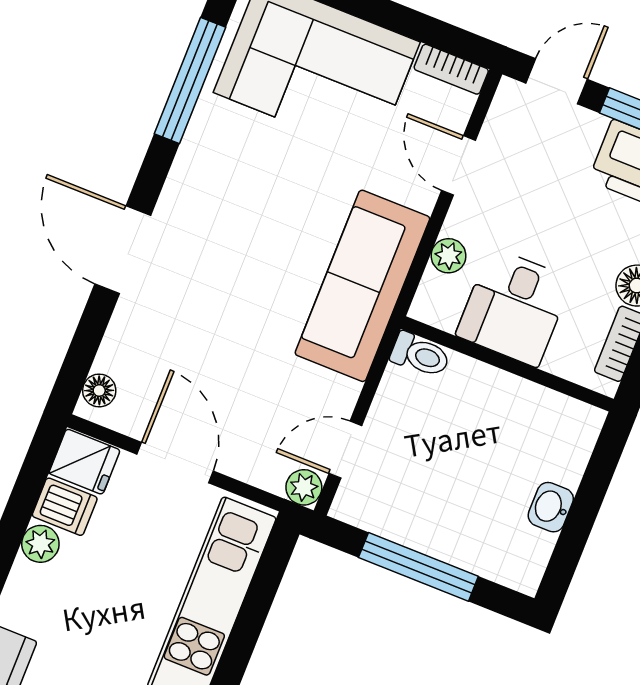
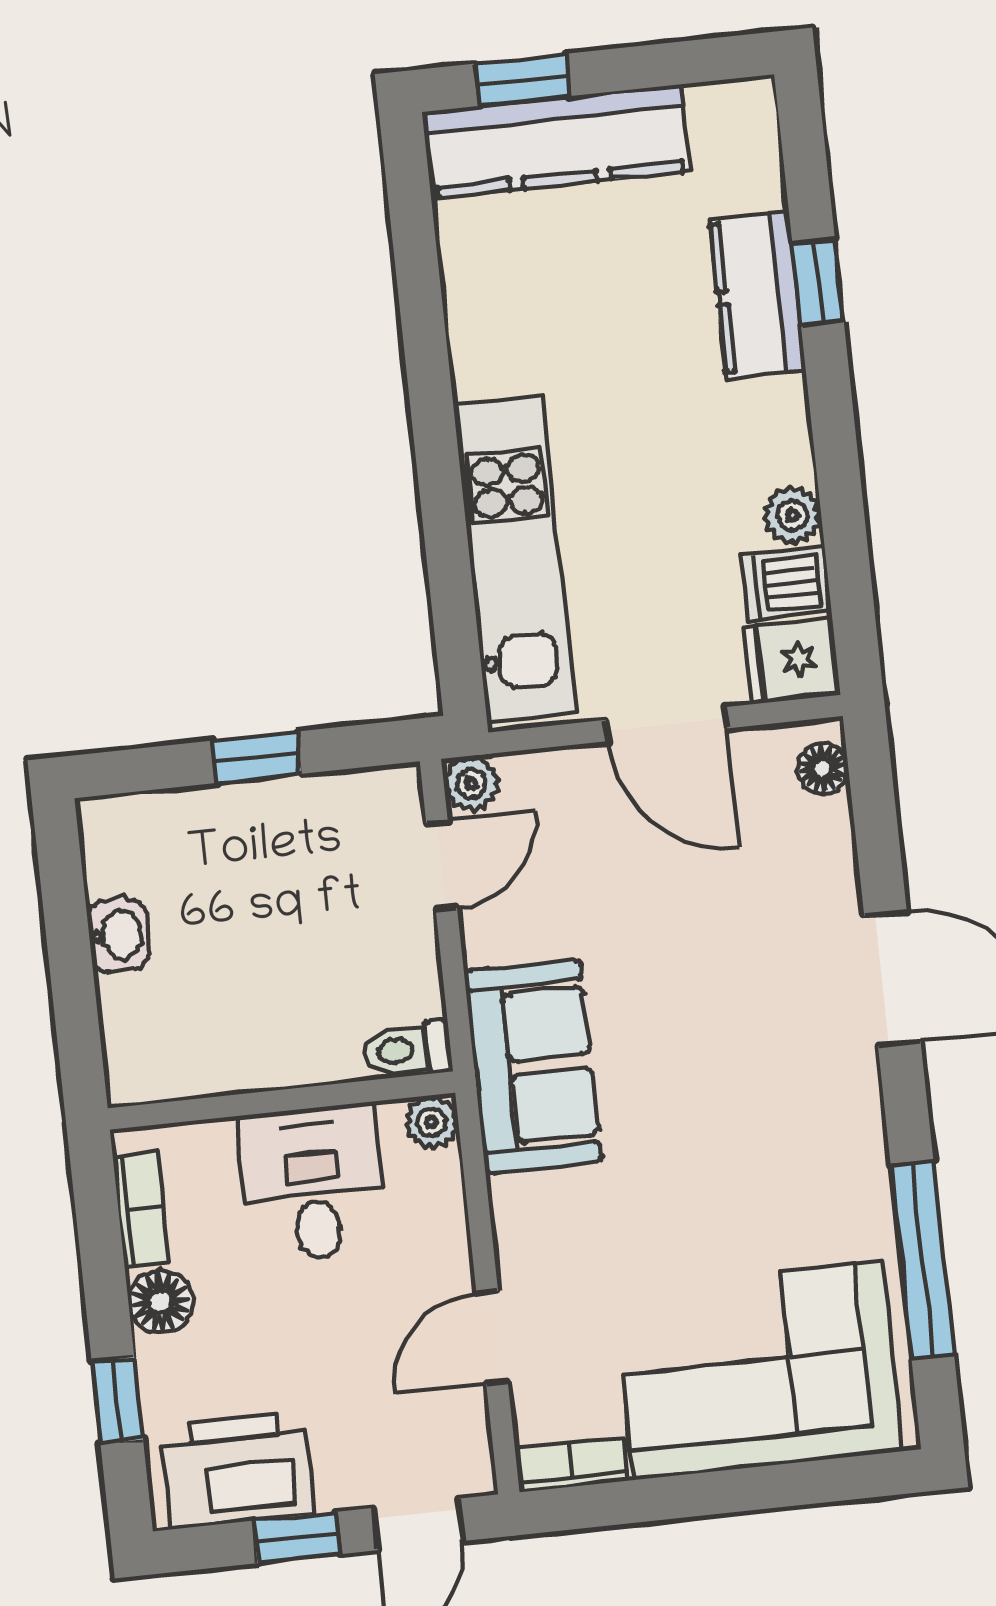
door: (459, 165) -> (492, 1338), swing flipped
plant: (448, 256) -> (432, 1122), moved
sofa: (362, 286) -> (533, 1066), width x0.73
window: (418, 567) -> (257, 757), width x0.46

